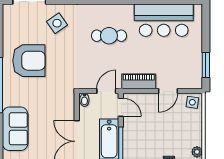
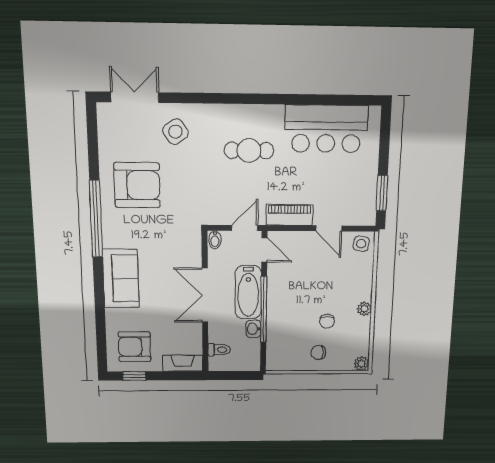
door: (168, 91) -> (329, 228), hinge flipped

